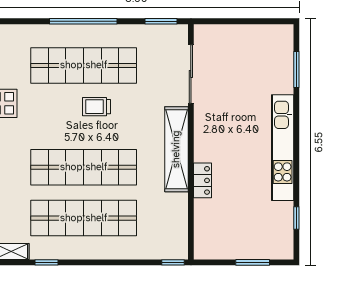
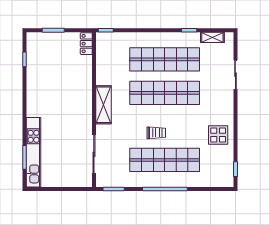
kitchen unit: (283, 148) -> (34, 152), moved
shelving: (176, 149) -> (103, 105), width x0.68
locker: (203, 180) -> (86, 44), moved

